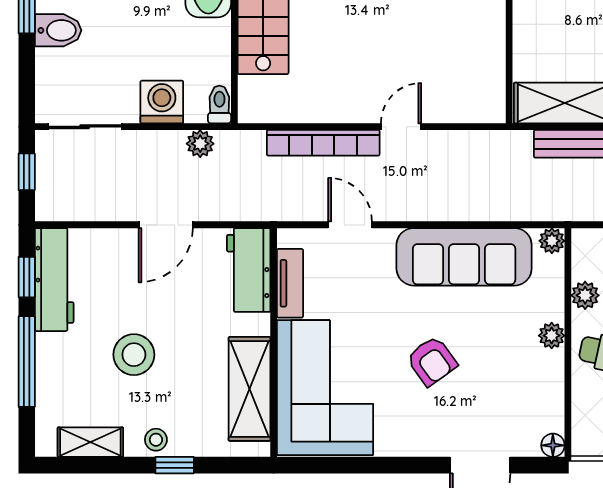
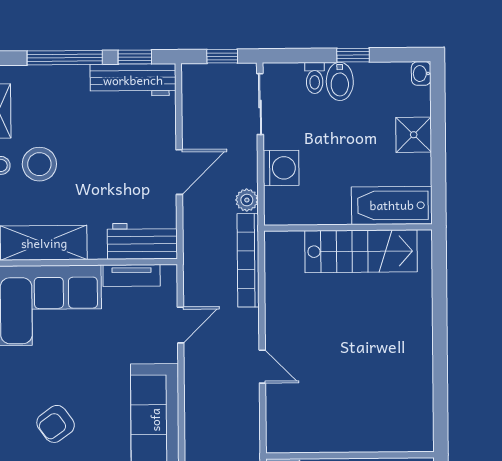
toilet: (219, 104) -> (315, 78), moved, turned 90
bookcase: (323, 143) -> (248, 260), moved
door: (166, 225) -> (179, 172), swing flipped
stool: (134, 355) -> (39, 164), moved
armchair: (432, 361) -> (56, 424), moved

